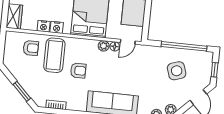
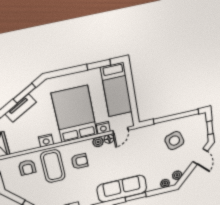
nightstand: (44, 26) -> (103, 128), moved
armchair: (31, 48) -> (27, 167), turned 90
armchair: (78, 70) -> (80, 161), moved

